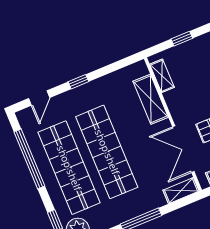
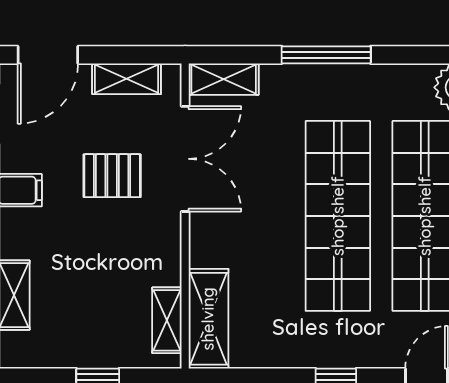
shelving: (151, 99) -> (208, 319), moved

